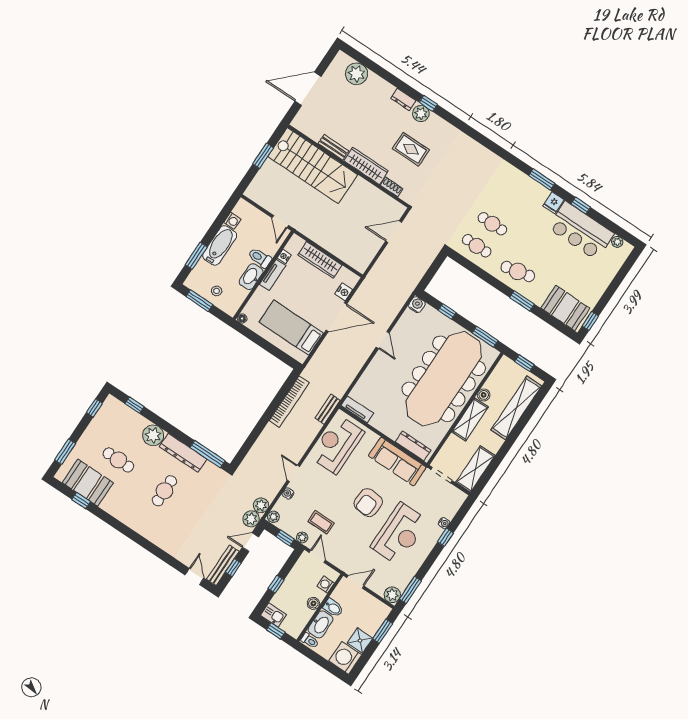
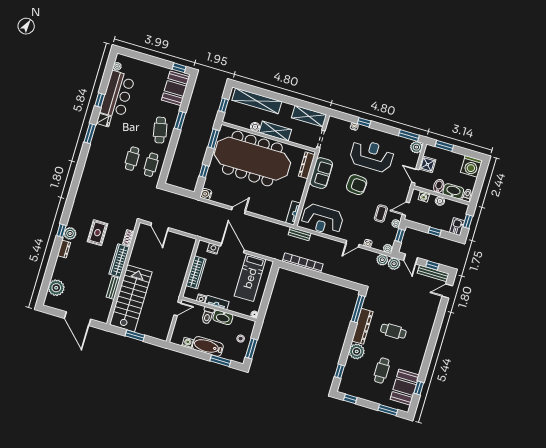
sofa: (397, 462) -> (321, 173), width x0.73
shower: (360, 641) -> (427, 164), moved

